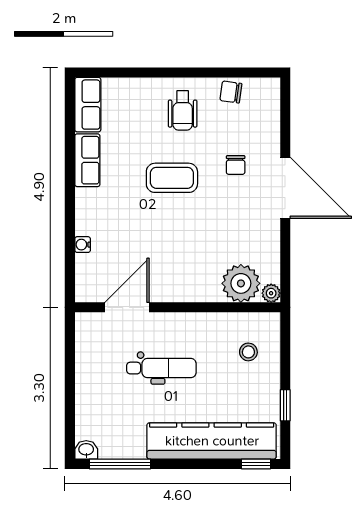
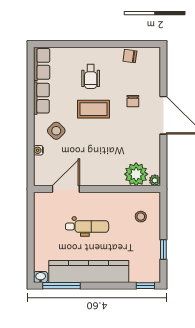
wheelchair: (183, 110) -> (91, 76), moved
side table: (112, 213) -> (56, 131), added
kitchen counter: (212, 441) -> (89, 271), moved

